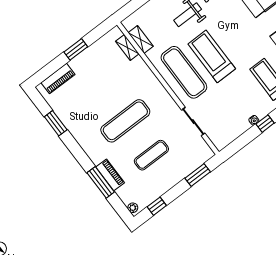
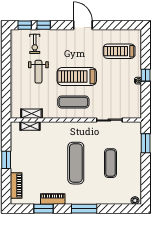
exercise mat: (184, 72) -> (73, 102), width x0.73, depth x0.69
piano: (110, 175) -> (53, 199), moved
window: (101, 182) -> (84, 209), moved
window: (157, 206) -> (146, 184), removed

